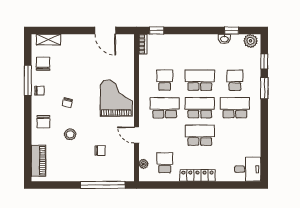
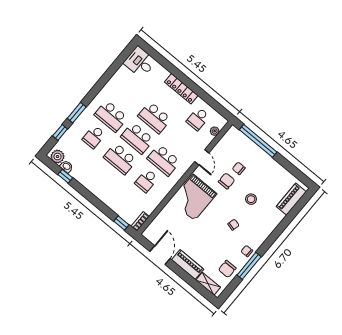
washbasin: (224, 39) -> (66, 167), moved
piano: (77, 41) -> (188, 264), added
chair: (43, 122) -> (227, 181), moved

